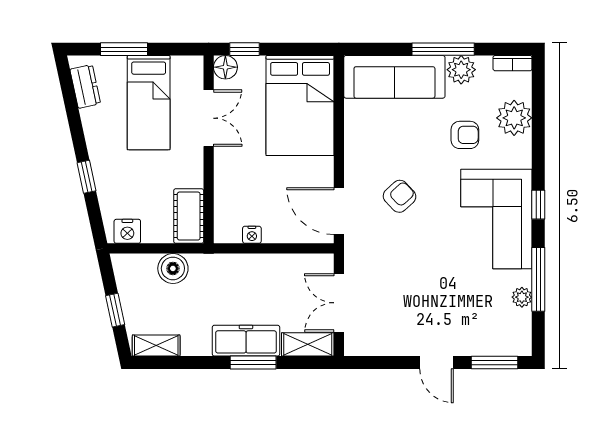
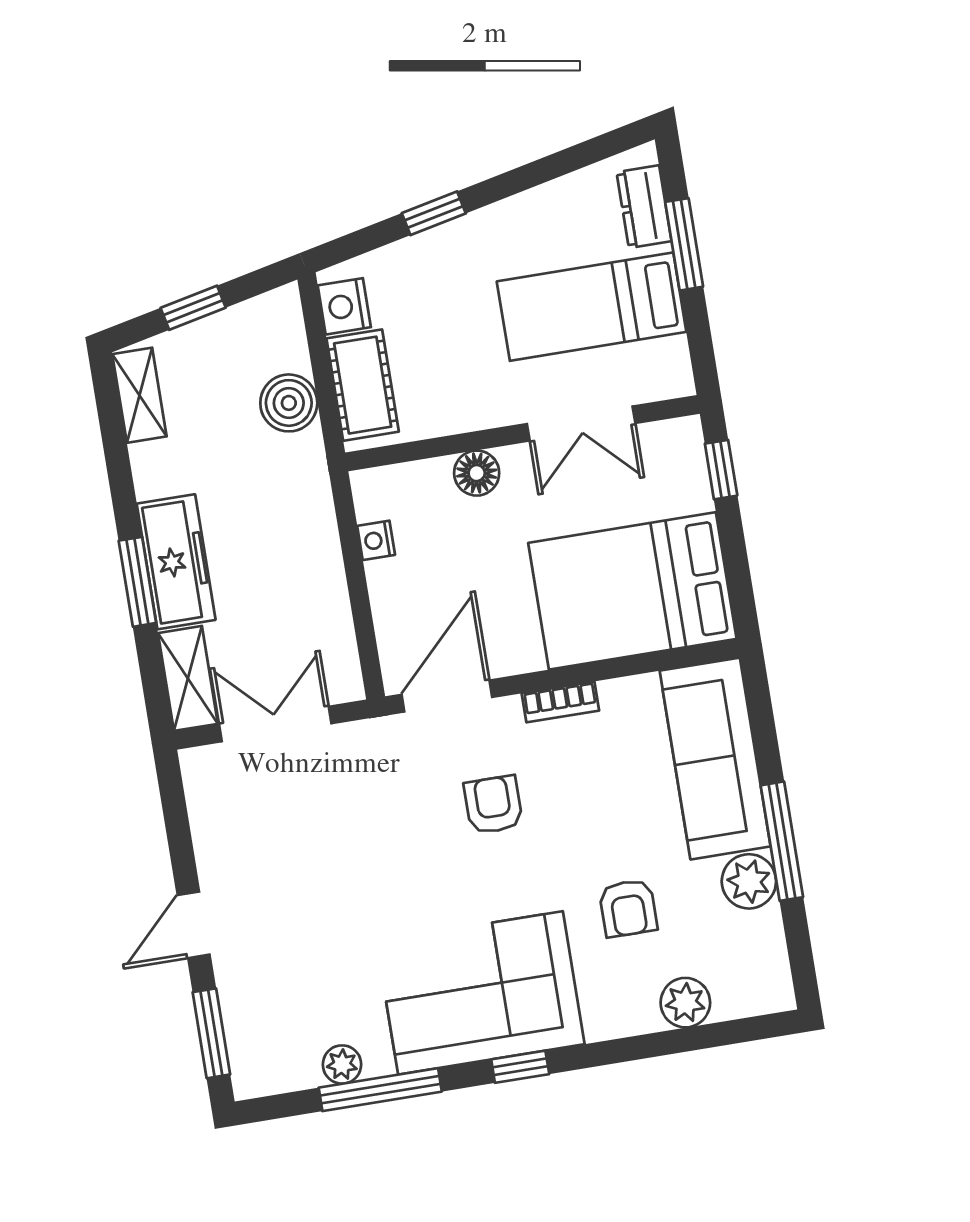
bookcase: (513, 63) -> (560, 702), moved, turned -90
floor lamp: (225, 67) -> (477, 473), moved
dresser: (85, 86) -> (644, 207), moved, turned 102
plant: (514, 118) -> (685, 1003), width x0.73, depth x0.73
armchair: (400, 196) -> (493, 805), turned -137
cot: (189, 216) -> (363, 385), moved, turned 90

